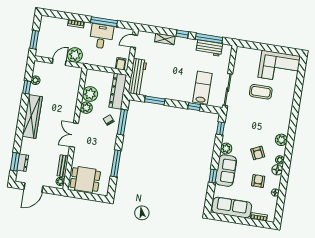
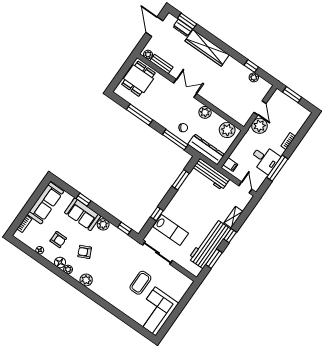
window: (209, 38) -> (214, 259), width x0.69
workbench: (209, 48) -> (209, 244), width x1.88, depth x1.32
plant: (90, 94) -> (227, 130), moved
wardrobe: (32, 116) -> (207, 48), moved

